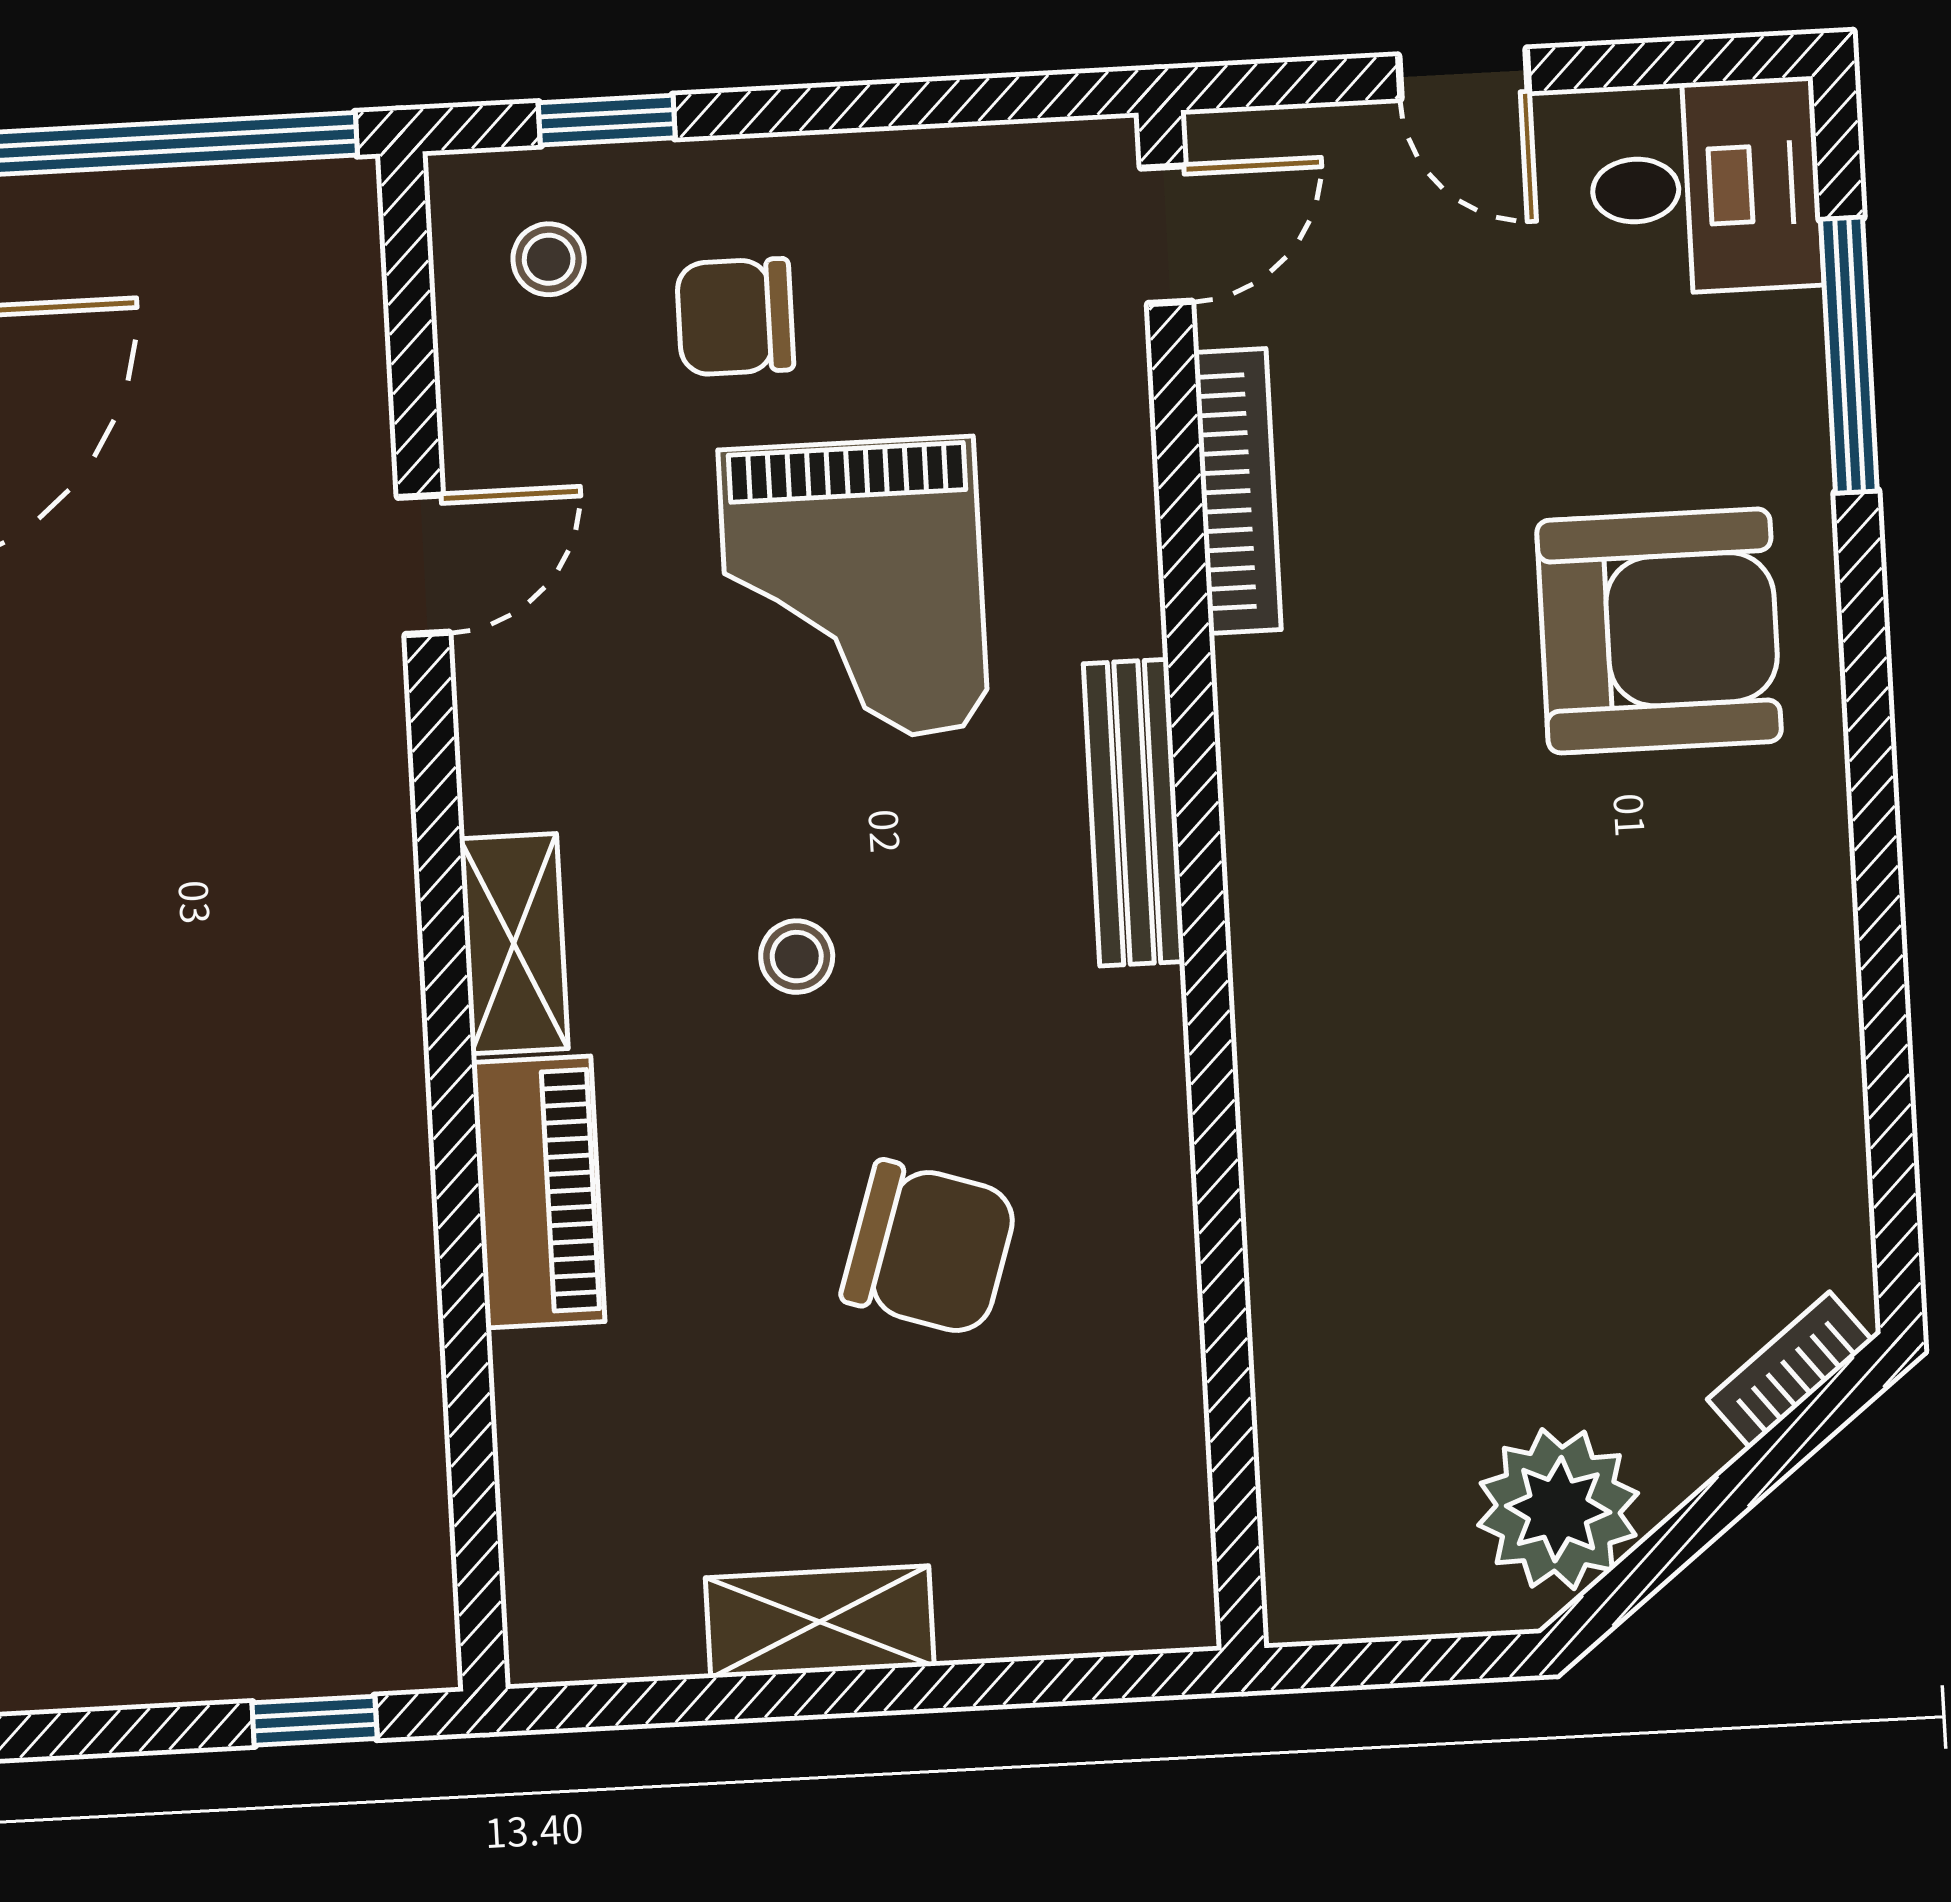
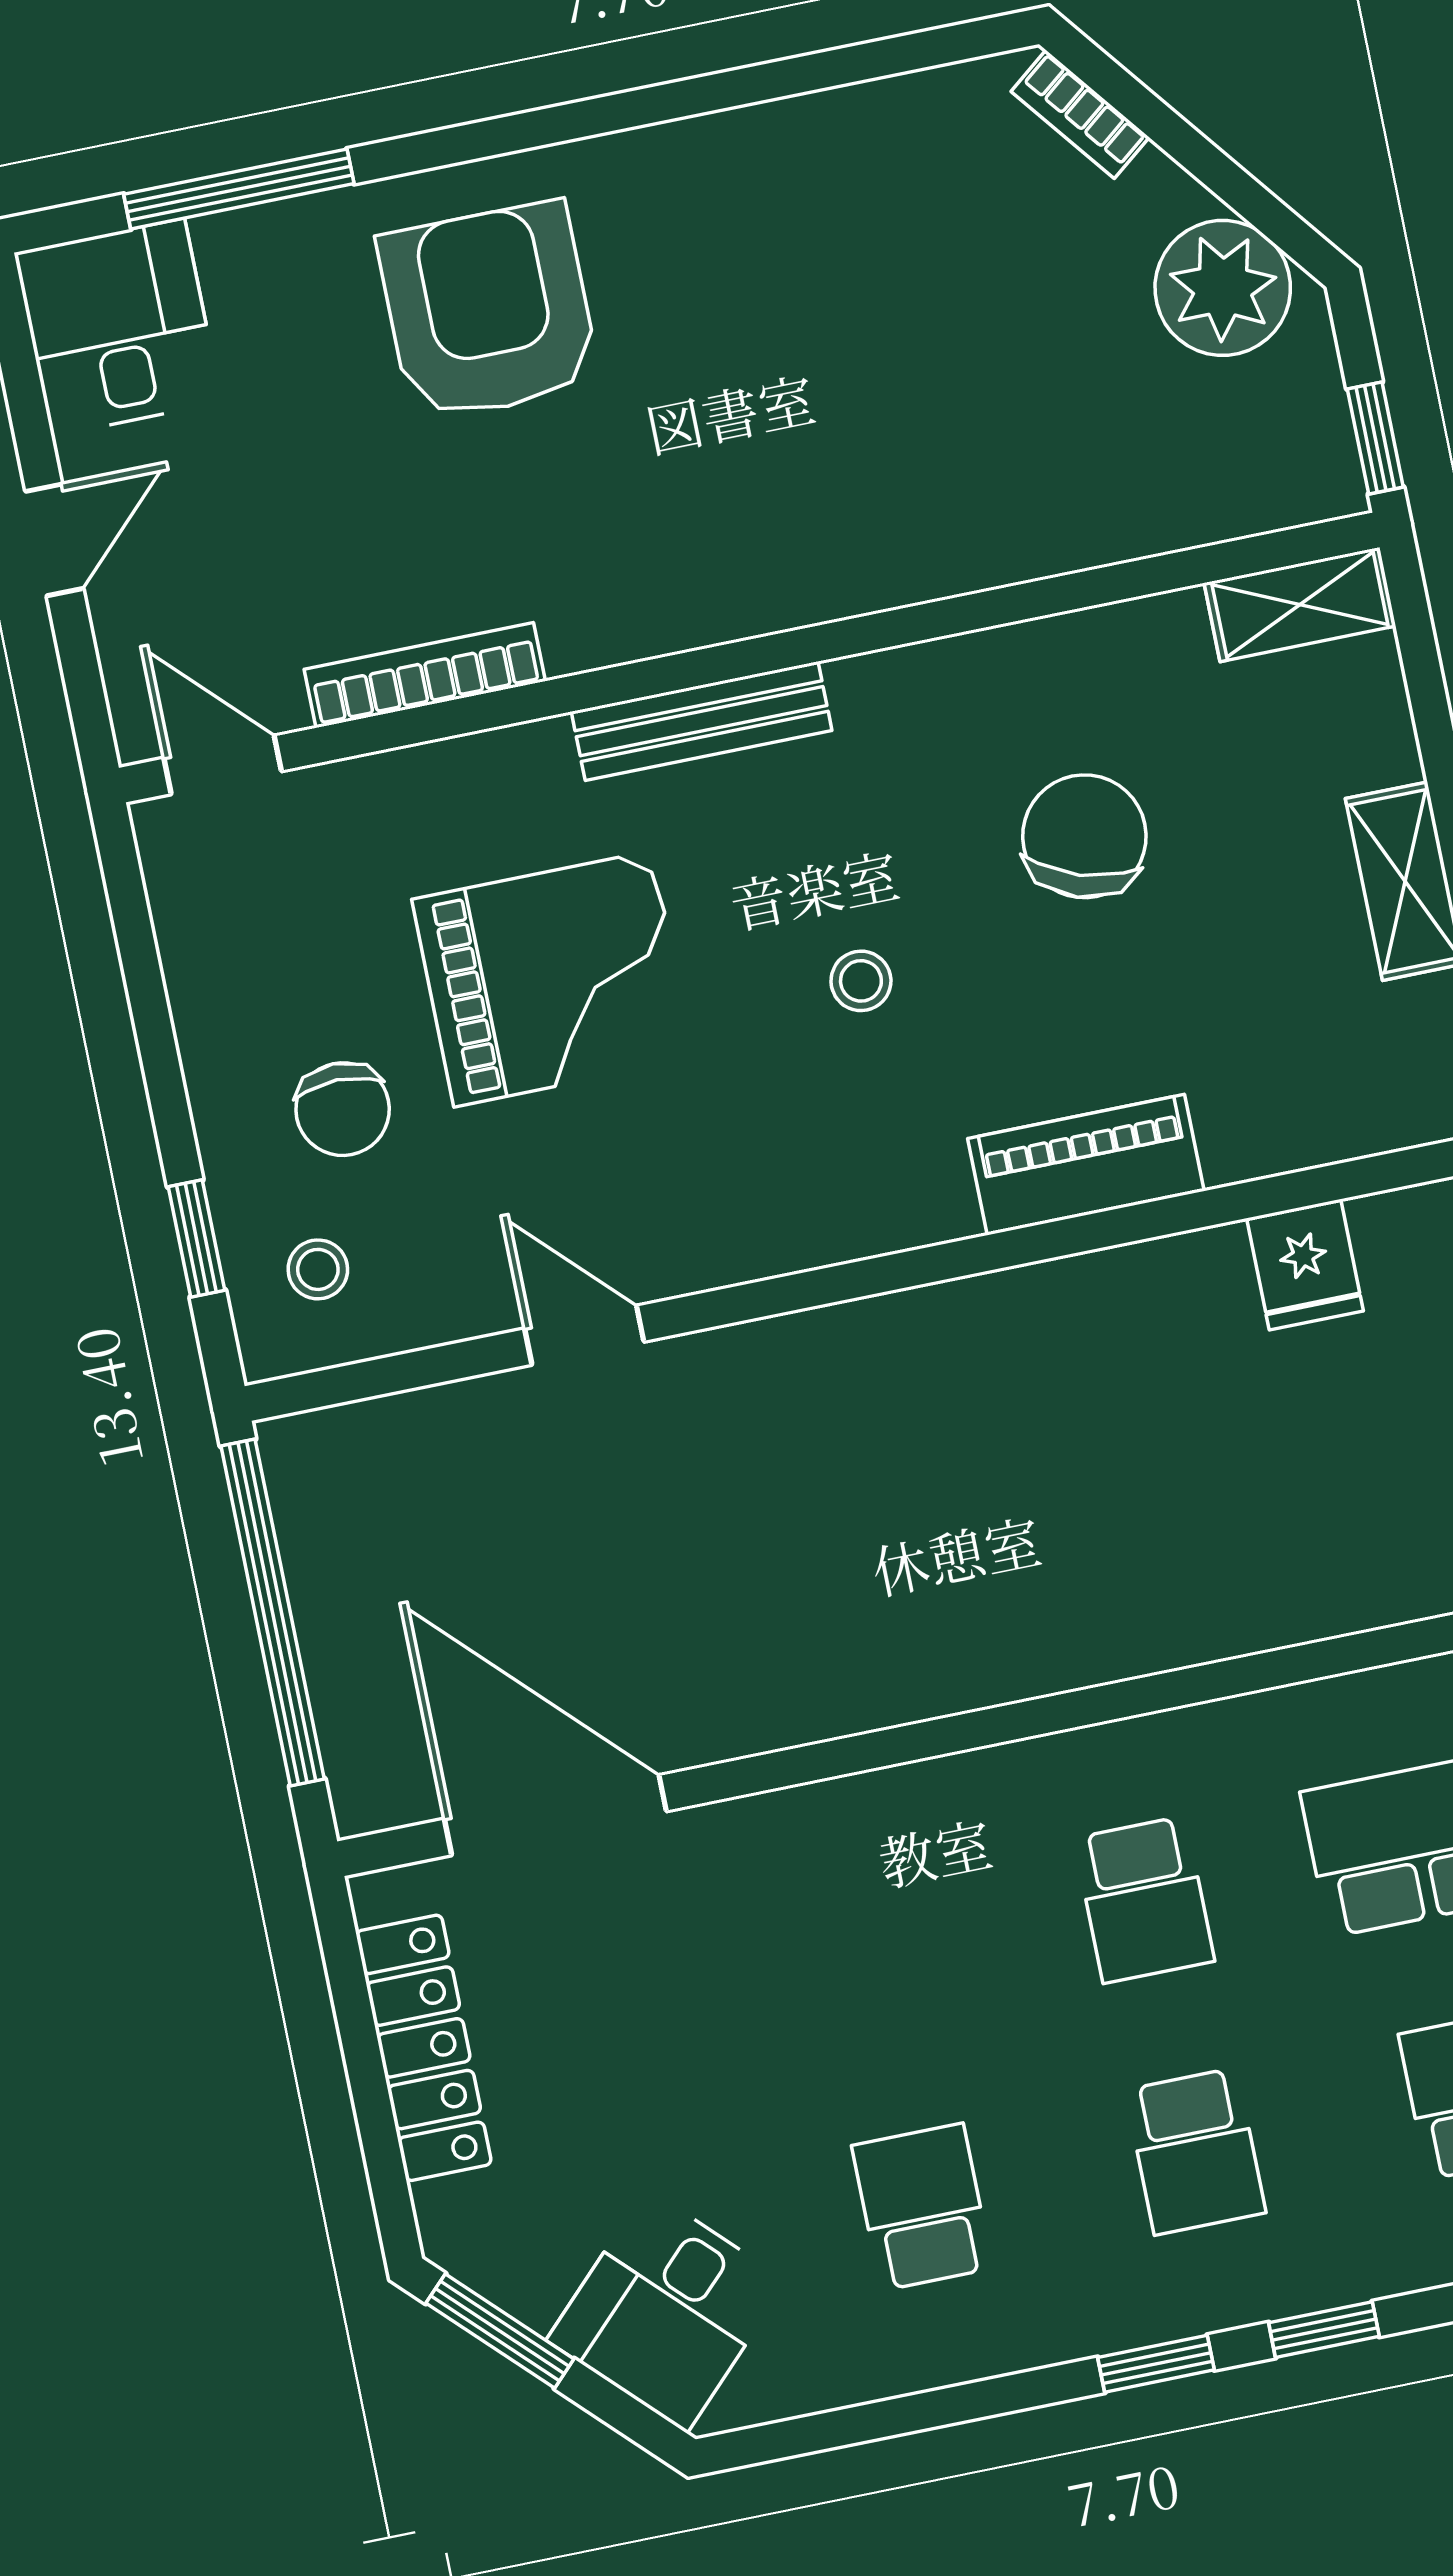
shelving: (514, 944) -> (1300, 605), moved
fridge: (381, 1435) -> (1305, 1265), added
window: (1353, 1664) -> (1375, 438), added

